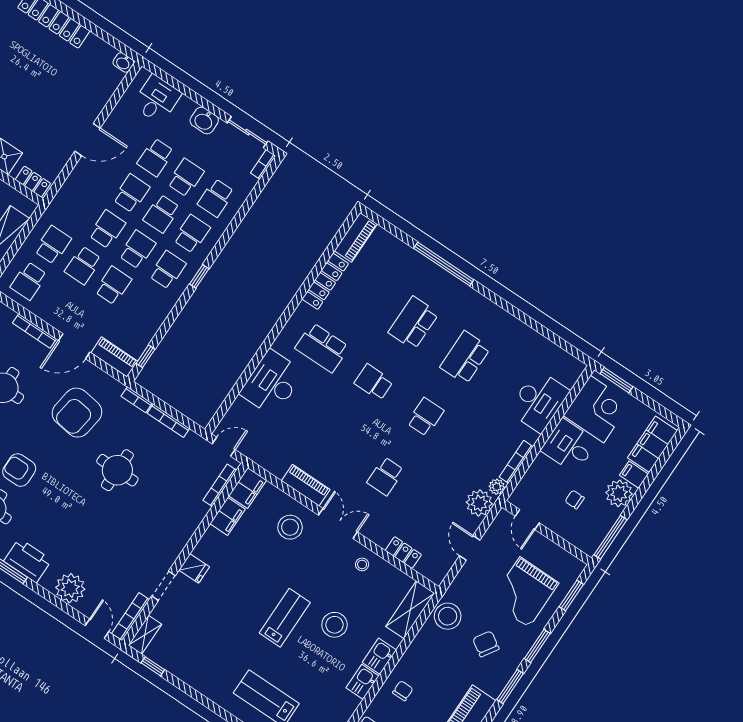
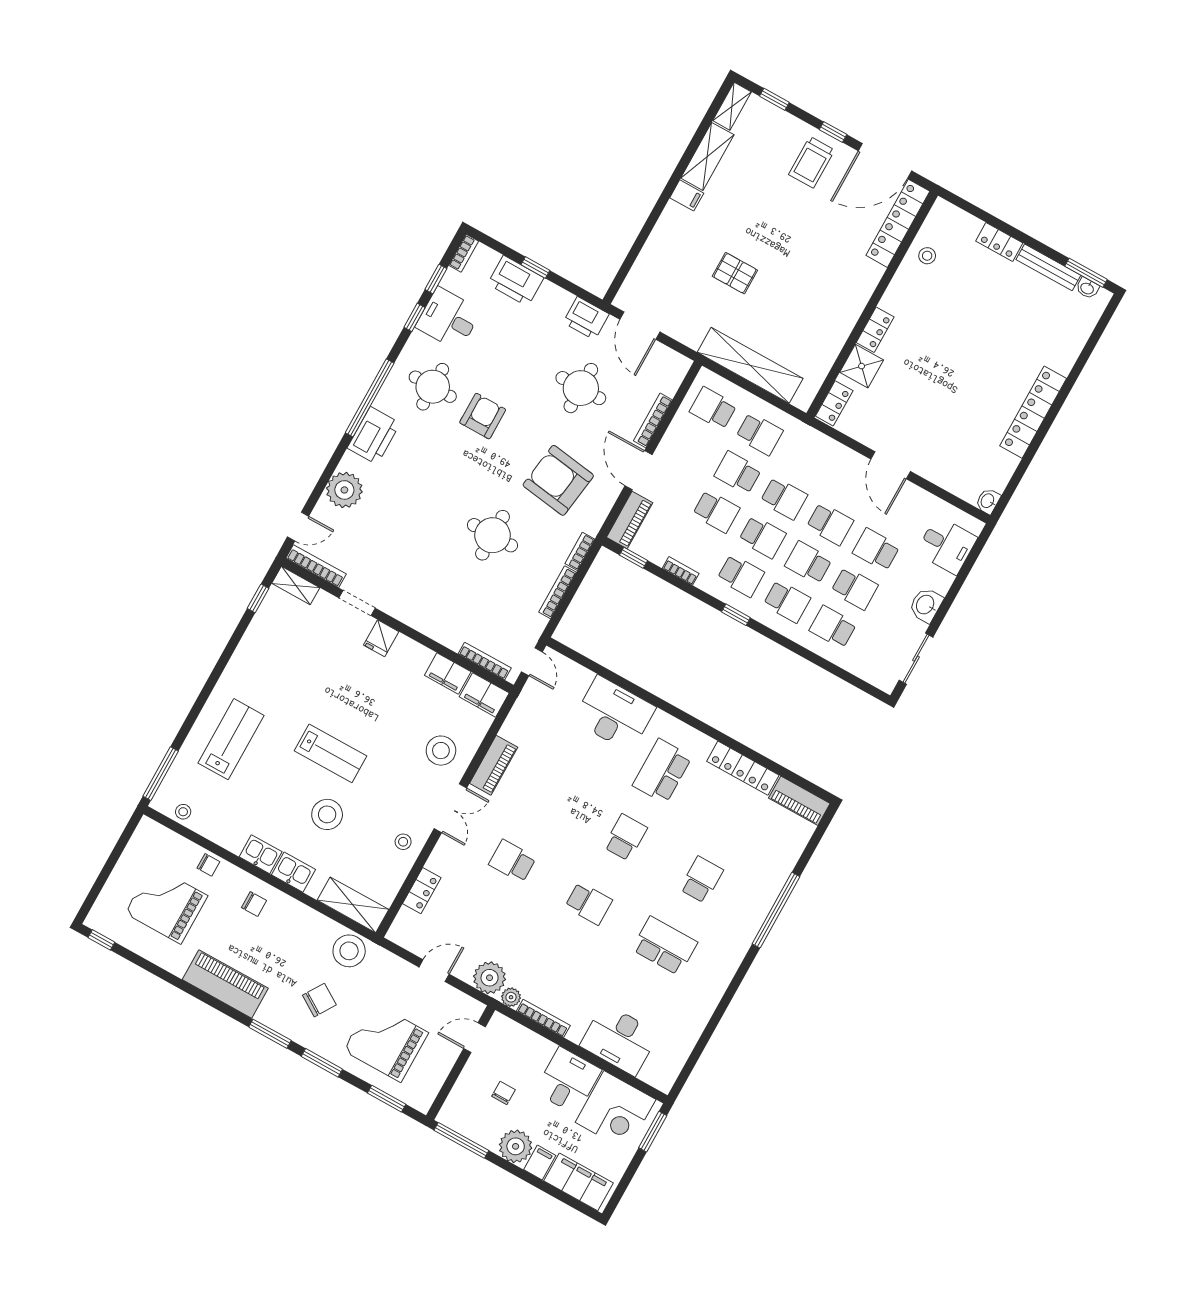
bookcase: (263, 164) -> (681, 571), moved
school desk: (414, 323) -> (701, 880), width x0.54

